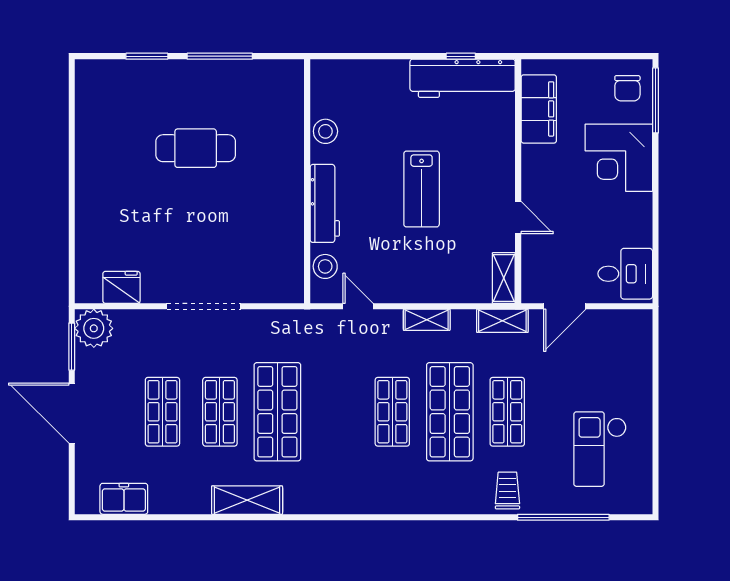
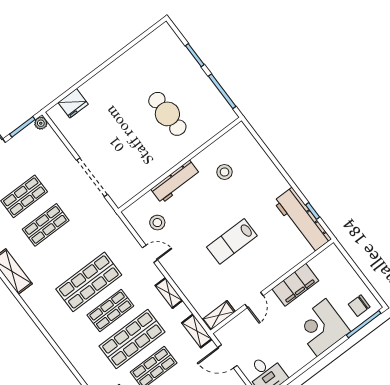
filing cabinet: (539, 109) -> (295, 285), moved
wall: (307, 181) -> (180, 165), moved
workbench: (325, 203) -> (176, 182), moved
fridge: (121, 287) -> (73, 103), moved, turned 90
door: (358, 306) -> (150, 254), hinge flipped
plant: (94, 328) -> (41, 123), width x0.53, depth x0.53
shop shelf: (277, 412) -> (89, 282), moved

